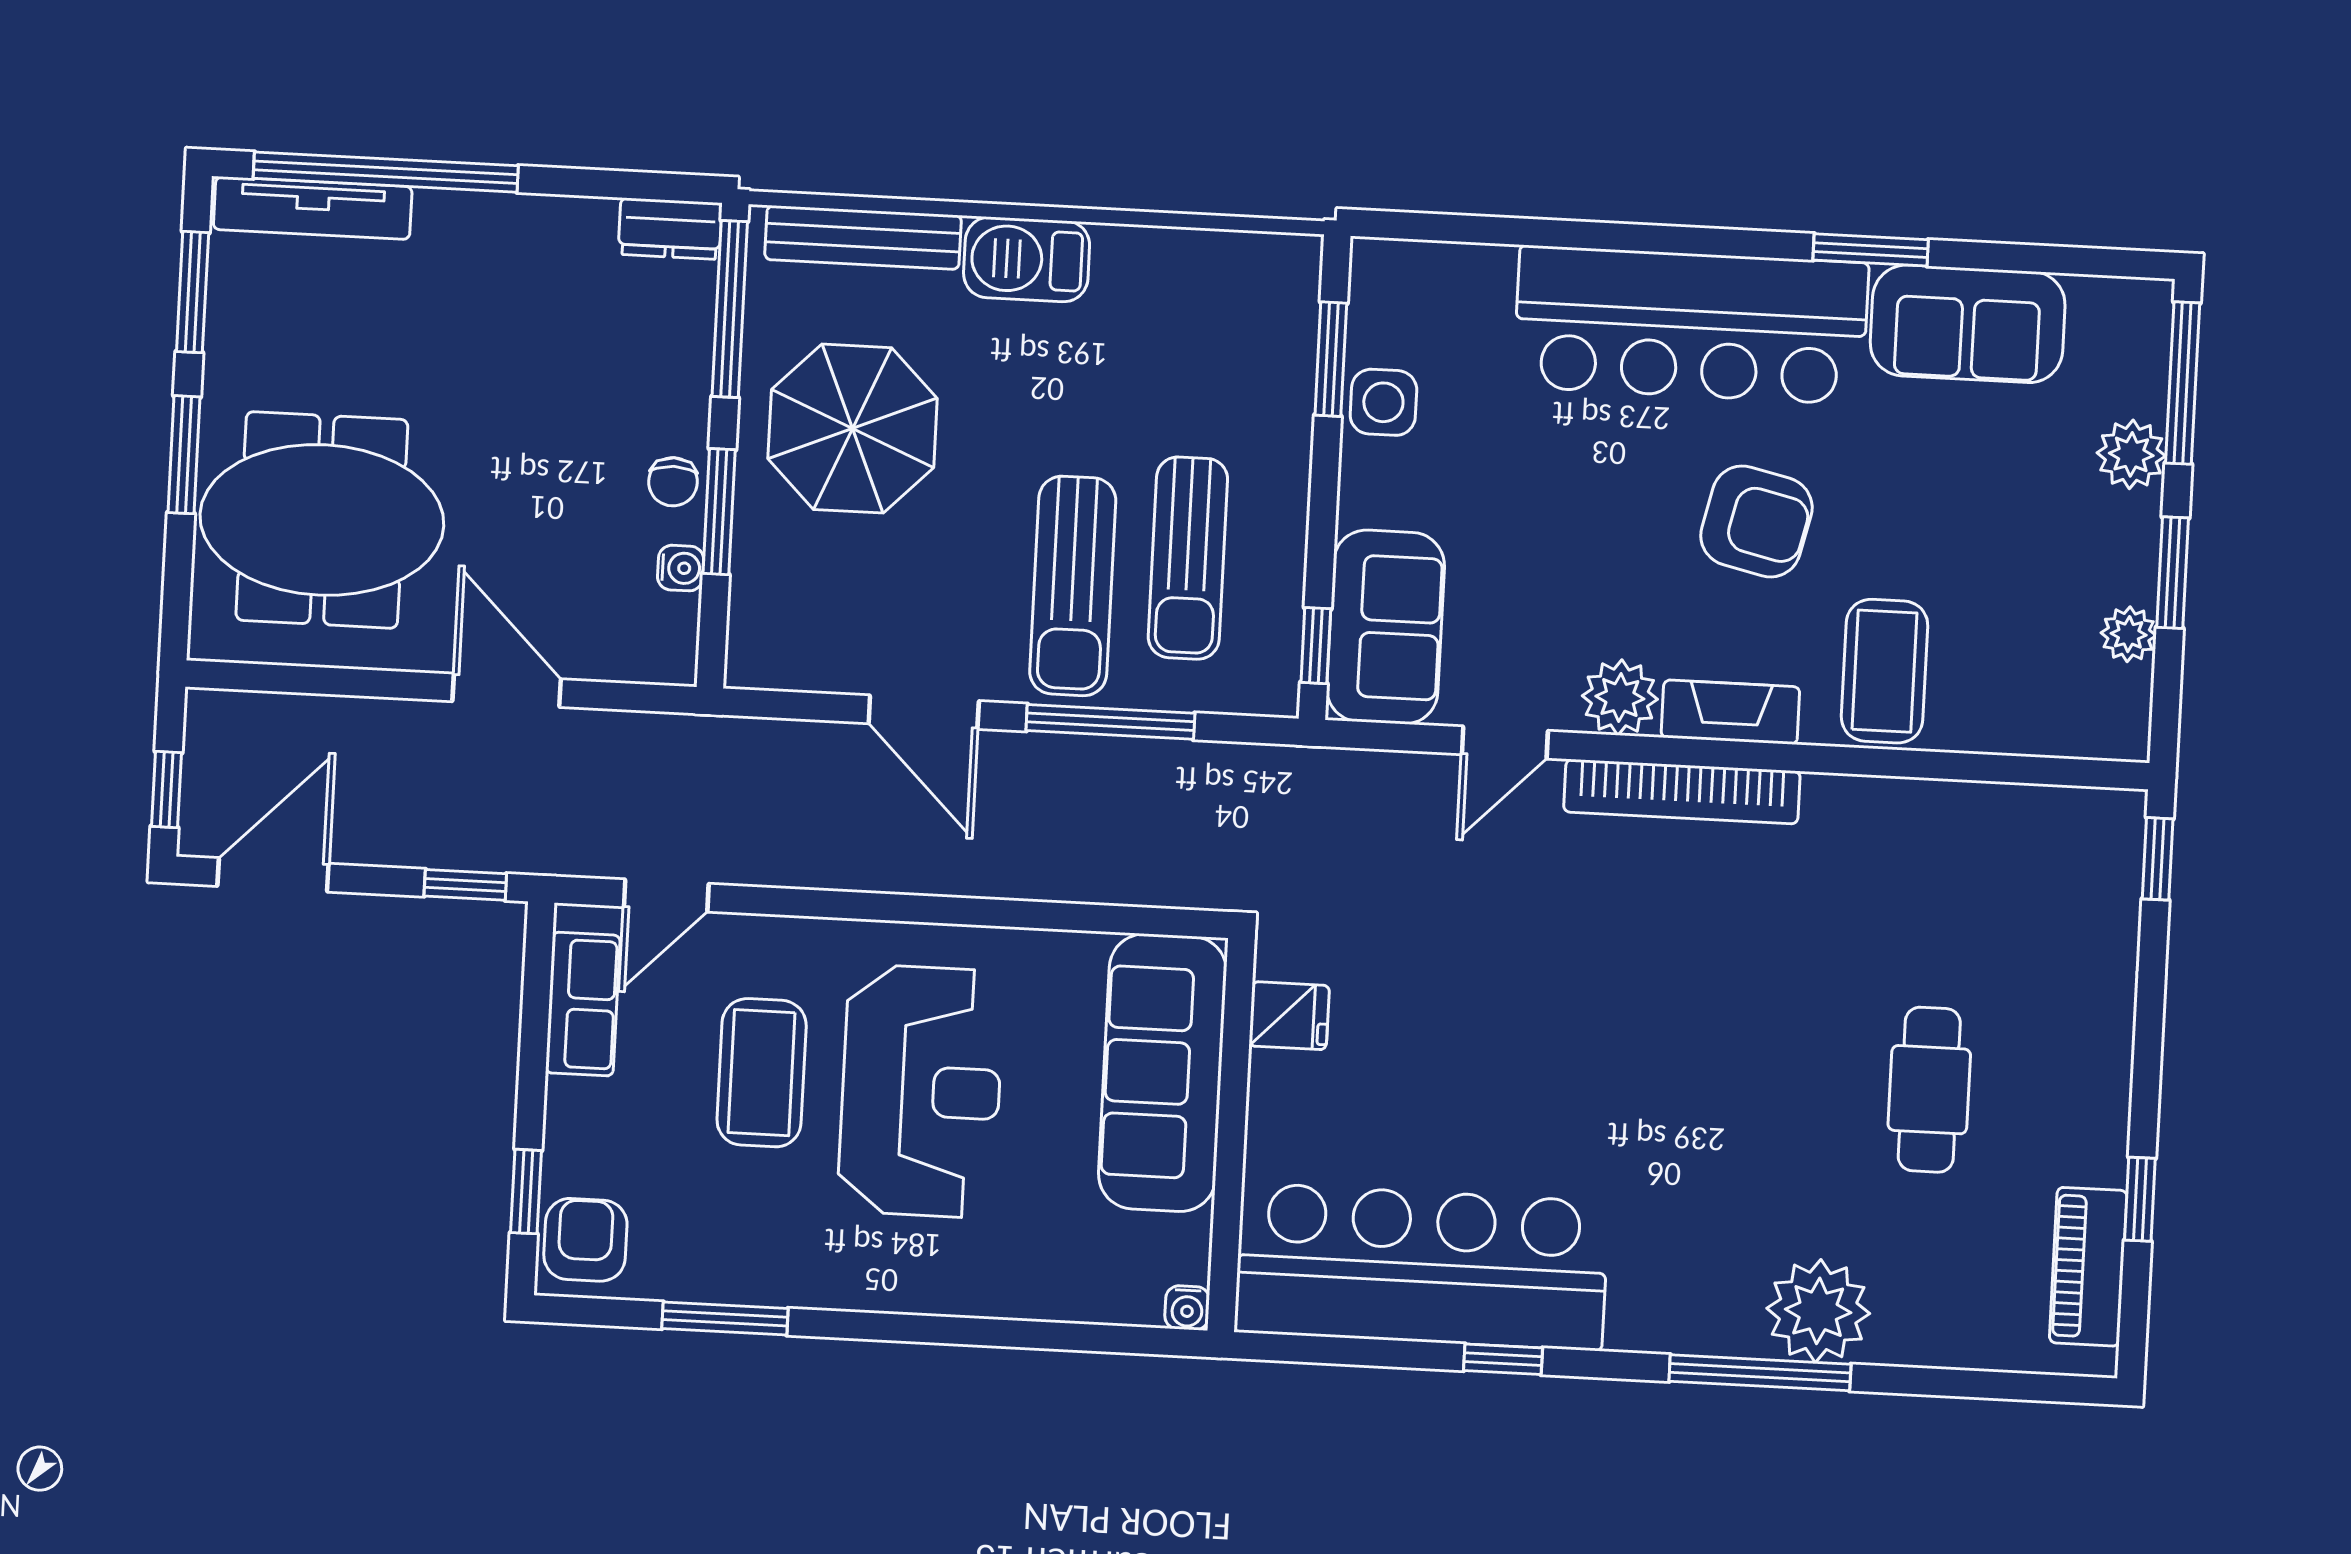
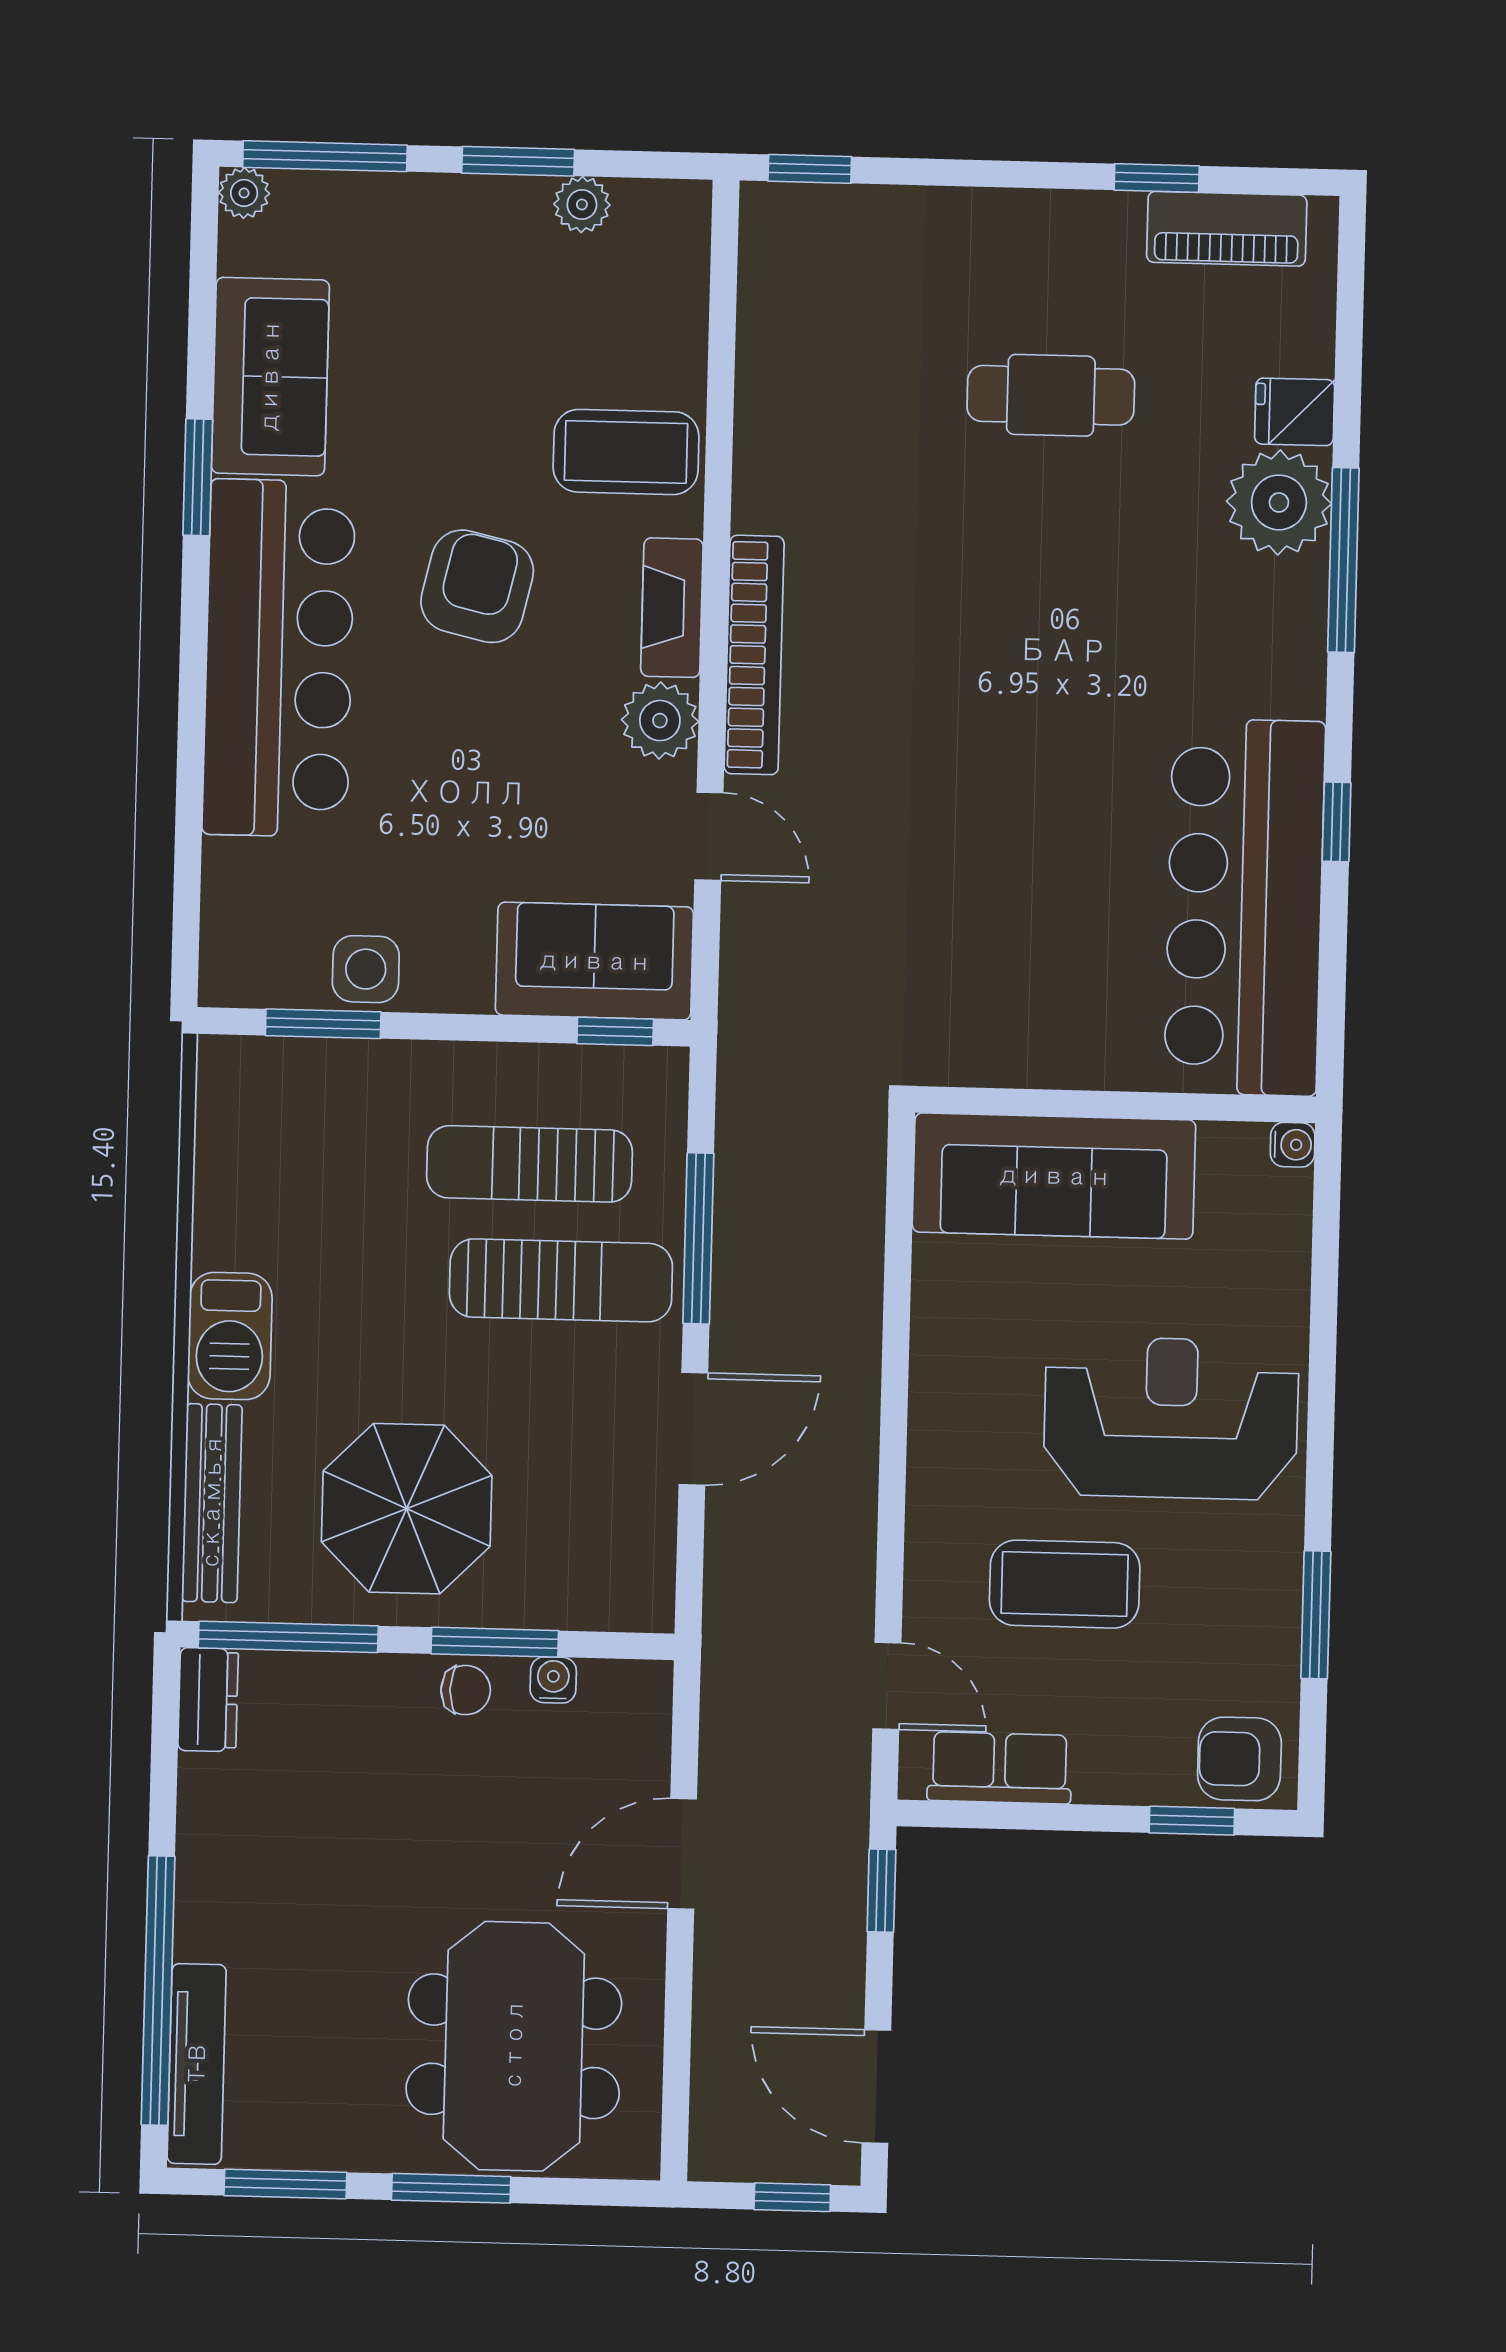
plant: (2131, 454) -> (244, 193), moved, width x0.73, depth x0.73
sun lounger: (1188, 558) -> (529, 1164), turned 180
fridge: (1289, 1016) -> (1295, 412), moved, turned -90
reception desk: (921, 1091) -> (1171, 1418), moved

